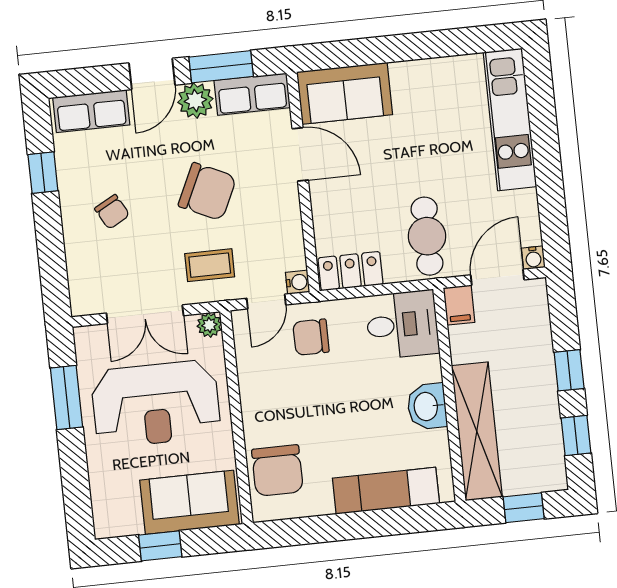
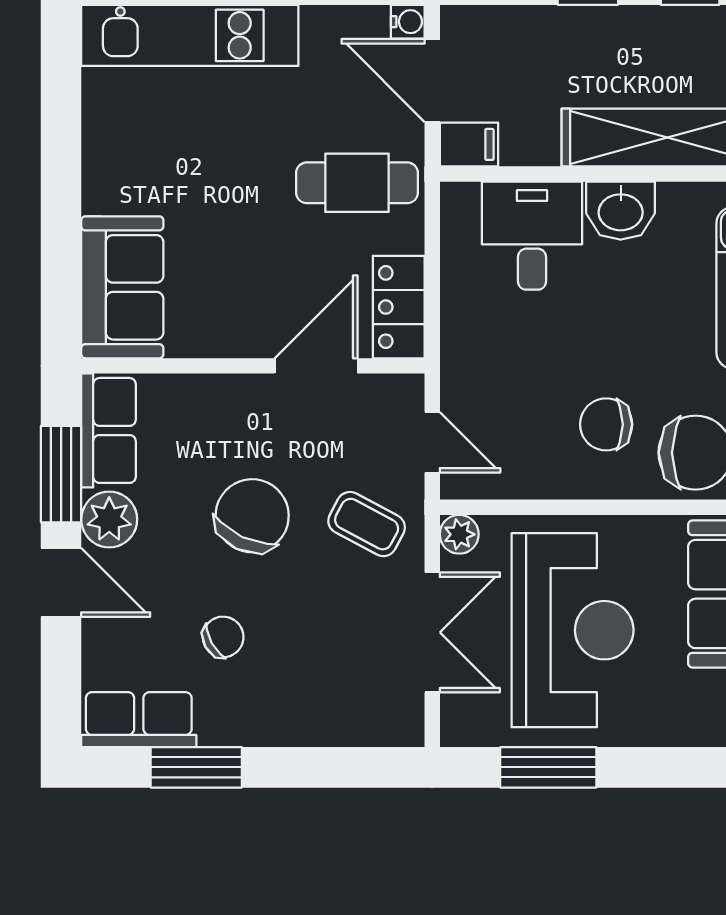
row of seats: (91, 111) -> (139, 720), moved, turned -90
door: (300, 154) -> (316, 366), moved
window: (43, 173) -> (196, 767), width x1.50
chair: (112, 212) -> (223, 637), moved
coffee table: (210, 265) -> (367, 524), turned -62
water cooler: (298, 282) -> (407, 391), removed
desk: (402, 325) -> (532, 236), moved
chair: (311, 337) -> (606, 424), moved, turned 90

